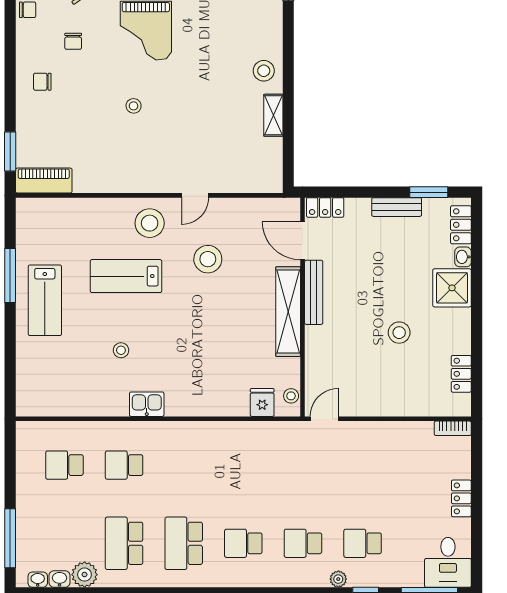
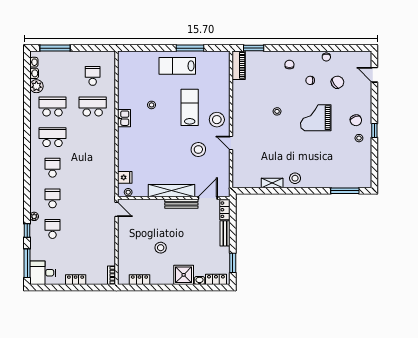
bench: (397, 207) -> (225, 233), moved
school desk: (124, 465) -> (93, 107), width x1.85

